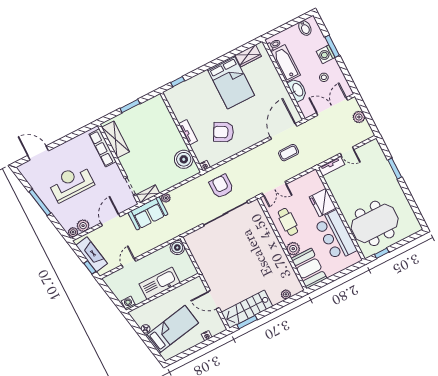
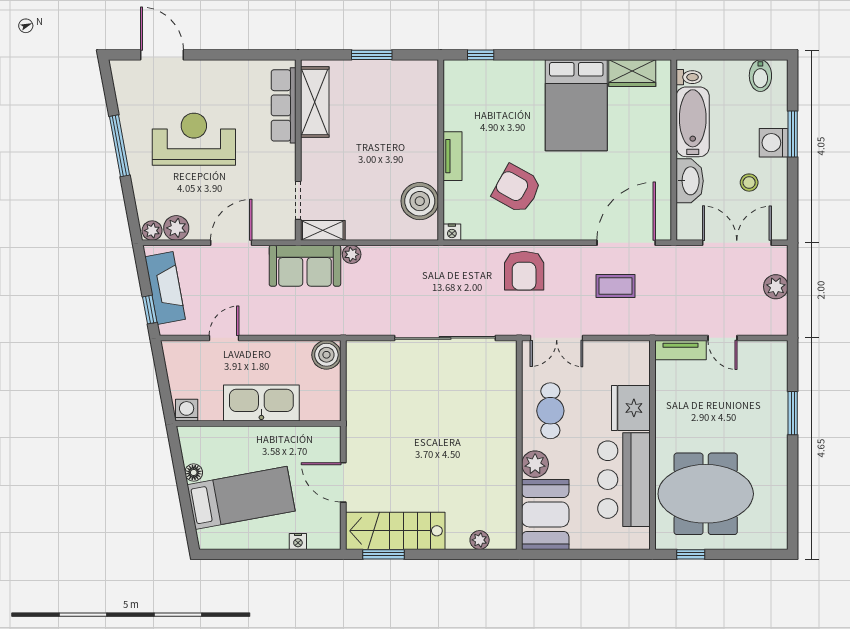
armchair: (221, 186) -> (524, 271), moved, turned 180

